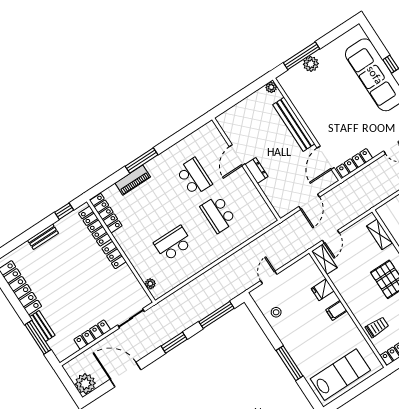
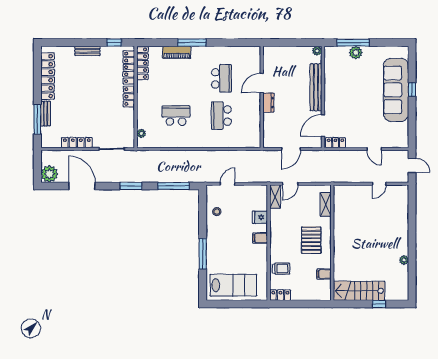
locker: (355, 163) -> (335, 143), width x0.66

